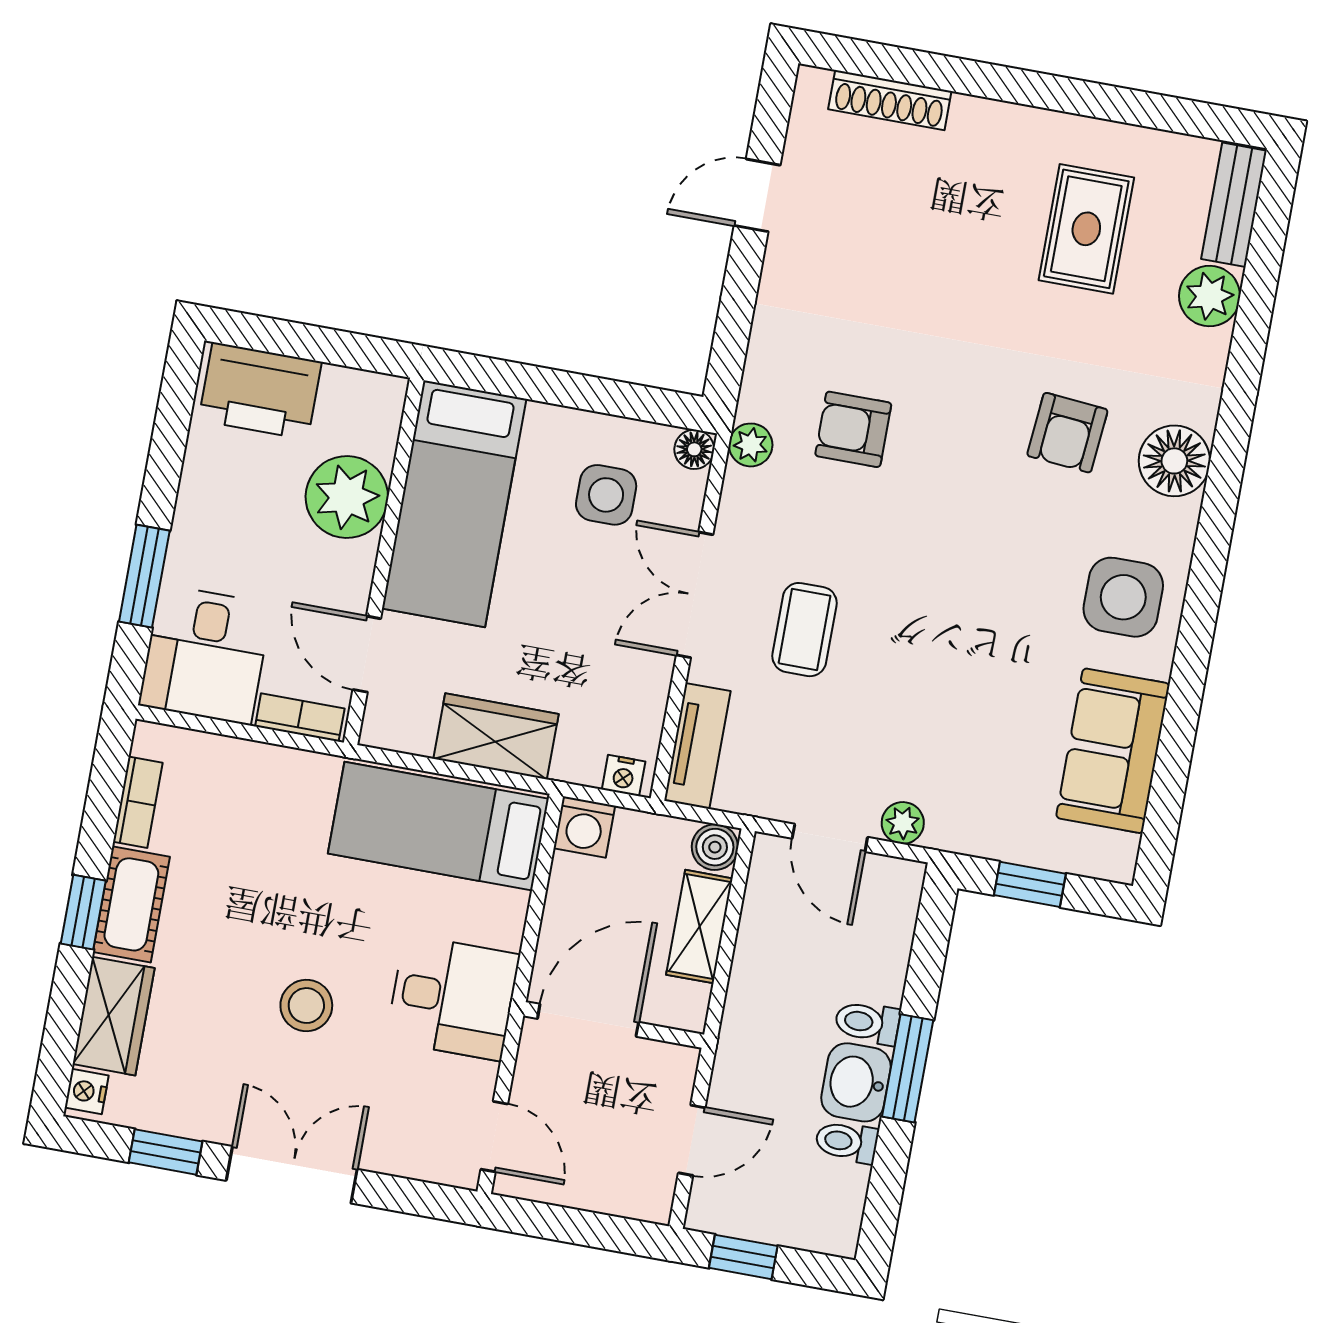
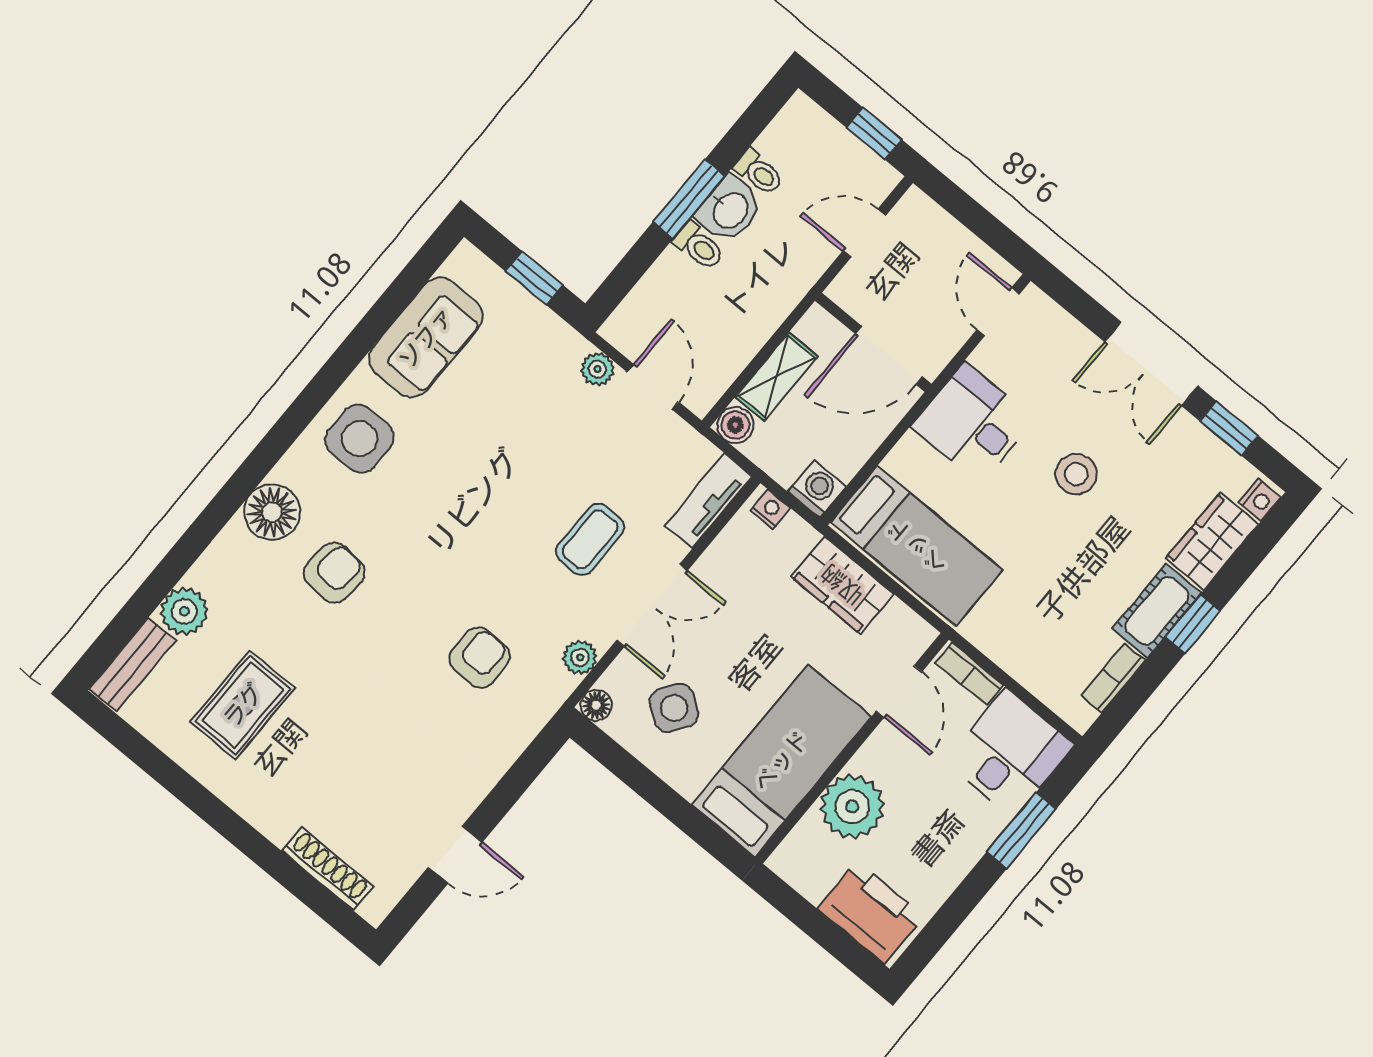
armchair: (853, 429) -> (480, 658), turned -90
plant: (751, 445) -> (580, 657), moved
side table: (606, 495) -> (674, 708), turned 35

